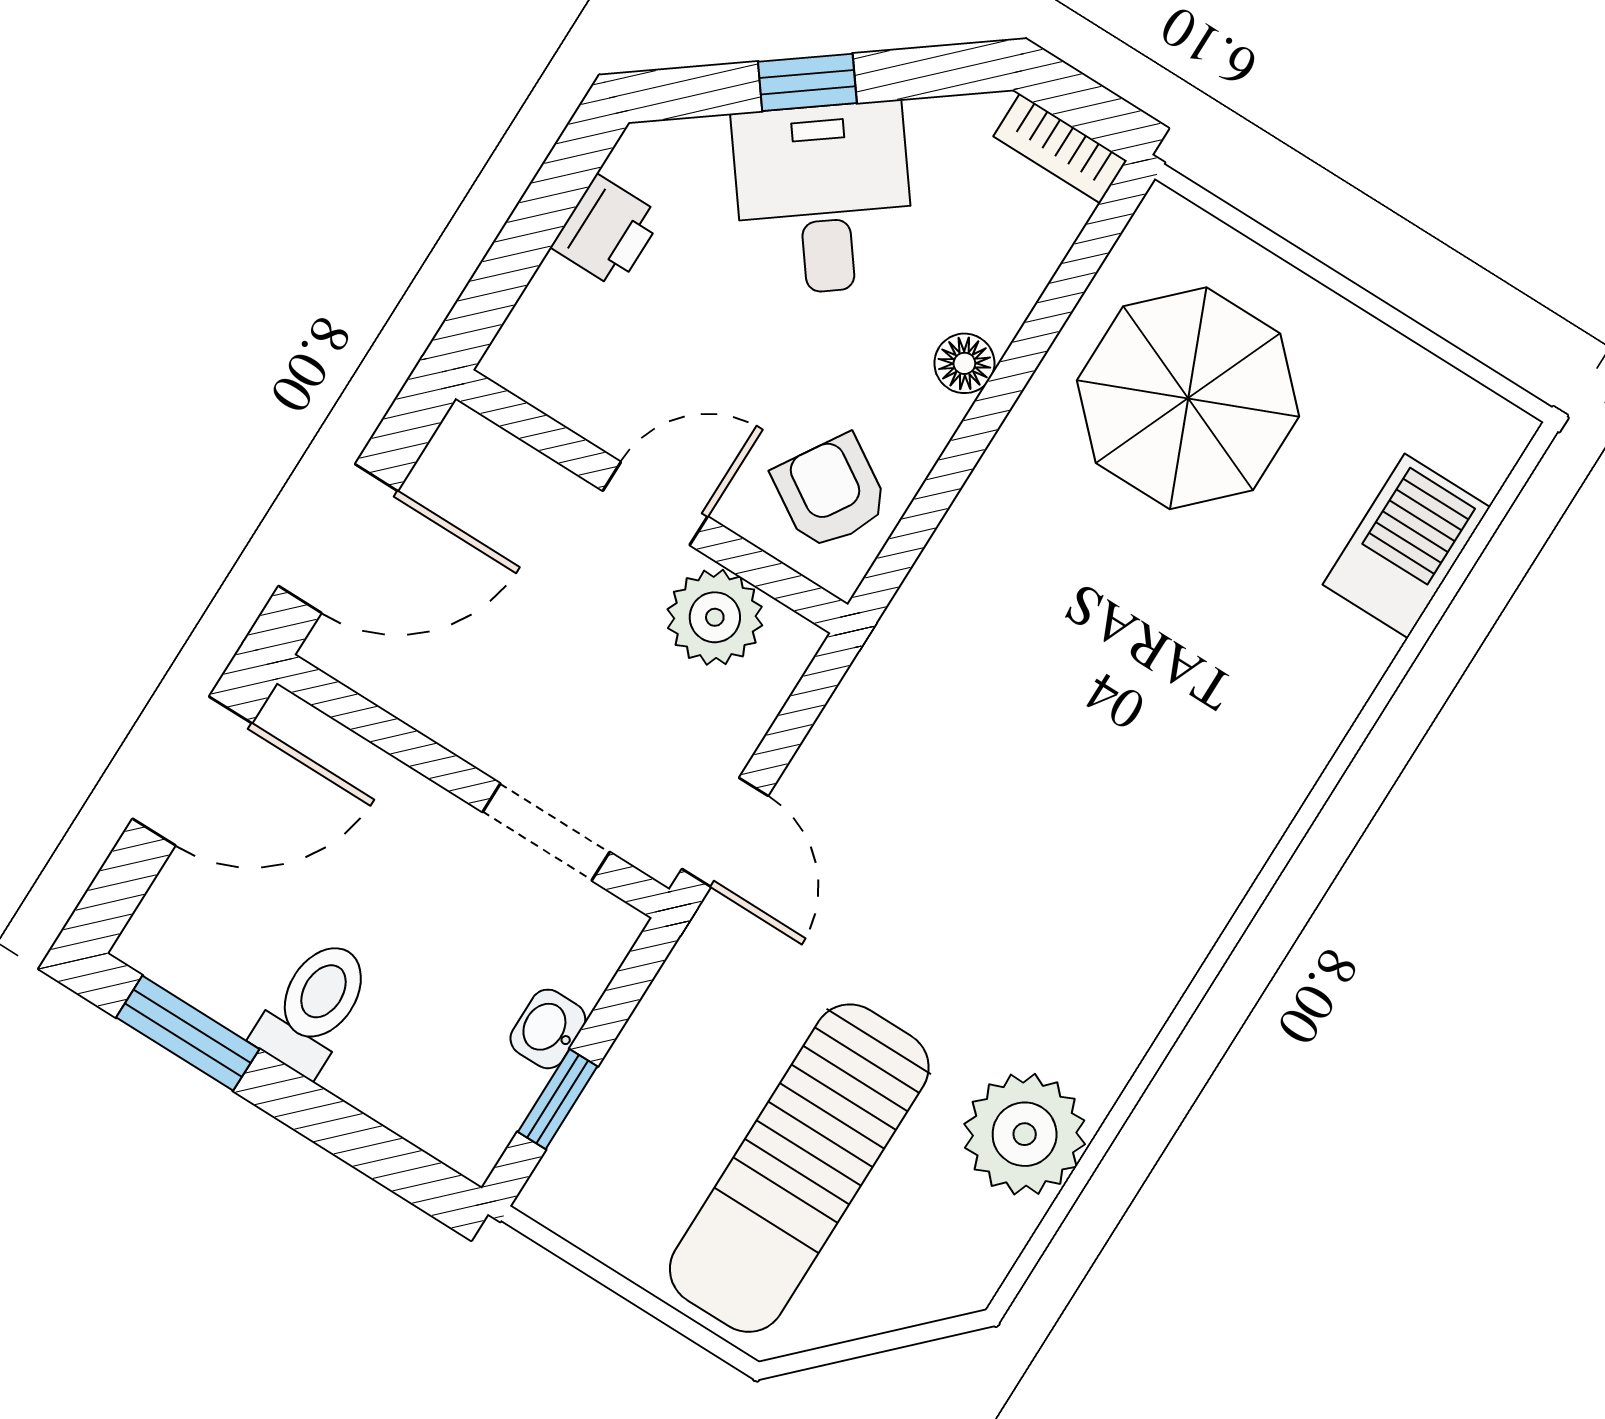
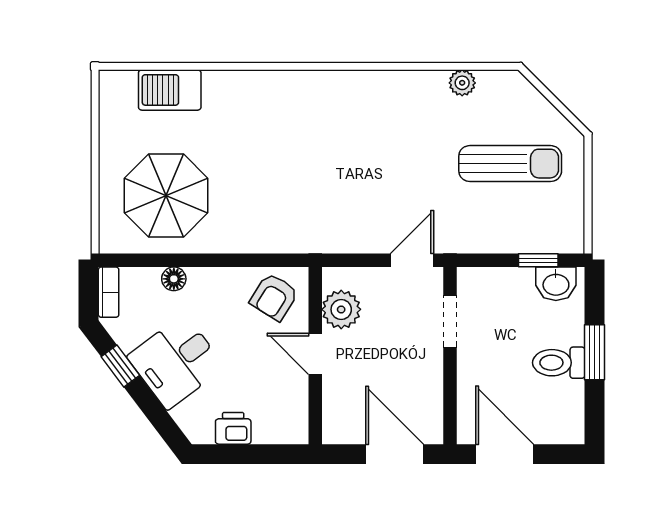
window: (807, 82) -> (120, 366), moved
floor lamp: (964, 363) -> (174, 279), moved
washbasin: (548, 1029) -> (556, 284), moved, width x1.38, depth x1.45
window: (188, 1033) -> (595, 352), moved
plant: (1025, 1134) -> (462, 83), width x0.53, depth x0.53
sun lounger: (799, 1168) -> (510, 164), width x0.73, depth x0.75

